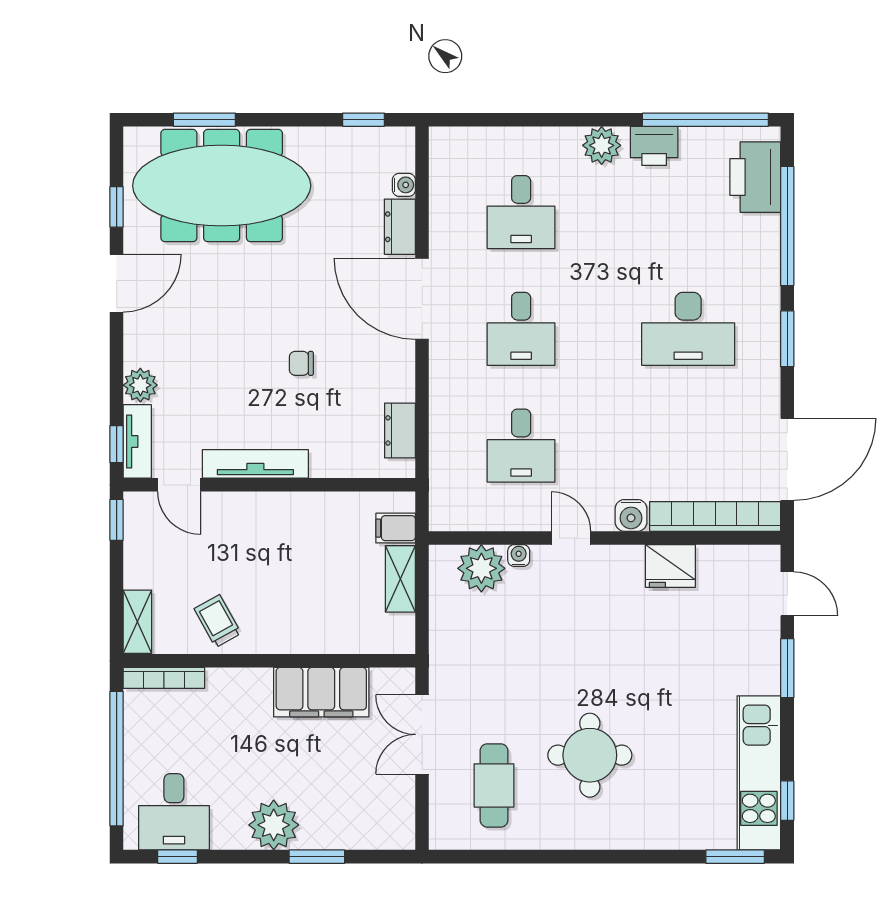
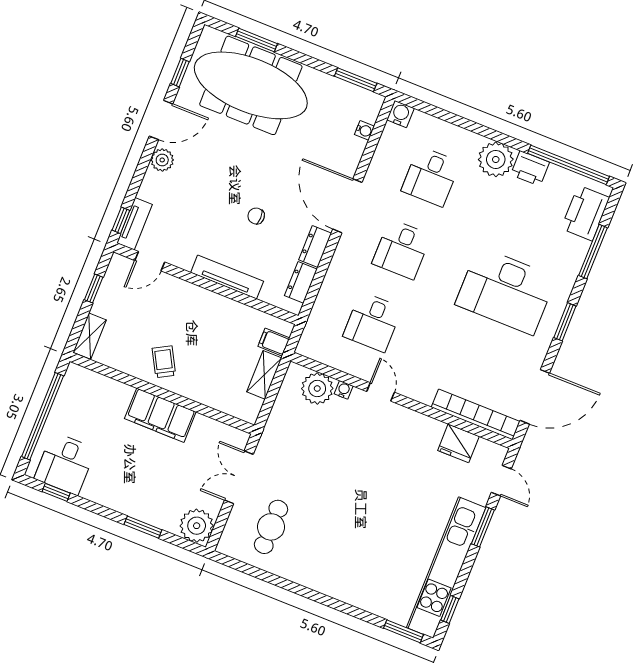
window: (363, 120) -> (356, 80), width x1.50
plant: (602, 145) -> (496, 159), width x1.36, depth x1.36
window: (787, 226) -> (593, 252), width x0.68
dresser: (400, 227) -> (315, 246), moved
desk: (688, 329) -> (506, 291), width x1.36, depth x1.30
plant: (140, 385) -> (162, 160), moved
tv unit: (255, 464) -> (227, 277), moved
door: (179, 485) -> (150, 261), hinge flipped
water cooler: (631, 515) -> (400, 114), moved, turned 180
window: (117, 520) -> (94, 288), moved
fridge: (670, 566) -> (458, 443), moved
trolley: (218, 621) -> (164, 362), moved
bookcase: (164, 678) -> (92, 378), removed
filing cabinet: (321, 692) -> (160, 415), moved
round table: (590, 755) -> (338, 532), removed
kitchen unit: (759, 773) -> (446, 568), width x1.36
plant: (274, 825) -> (197, 526), moved

